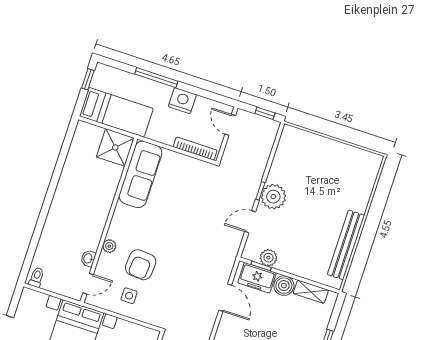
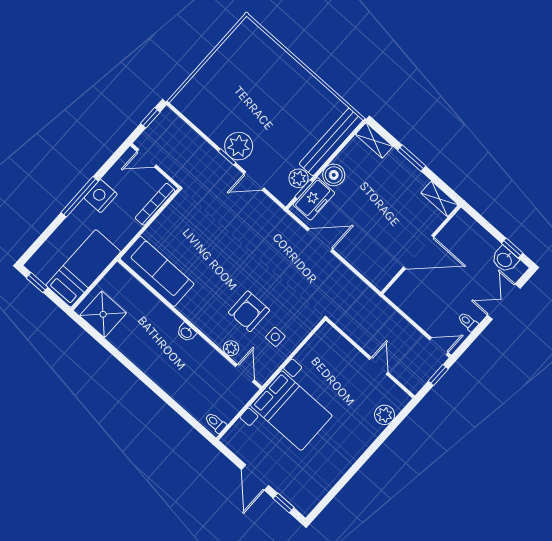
window: (156, 78) -> (80, 197), moved
shower: (115, 147) -> (103, 314), moved
door: (250, 222) -> (254, 181), hinge flipped
bench: (346, 245) -> (331, 142), moved, turned 90
plant: (109, 246) -> (231, 348), moved
washbasin: (88, 258) -> (186, 332), moved
armchair: (141, 265) -> (249, 311), turned 86
shelving: (311, 292) -> (374, 140), moved, turned 90

